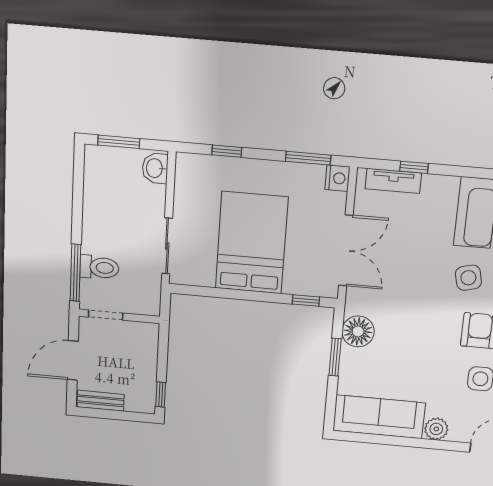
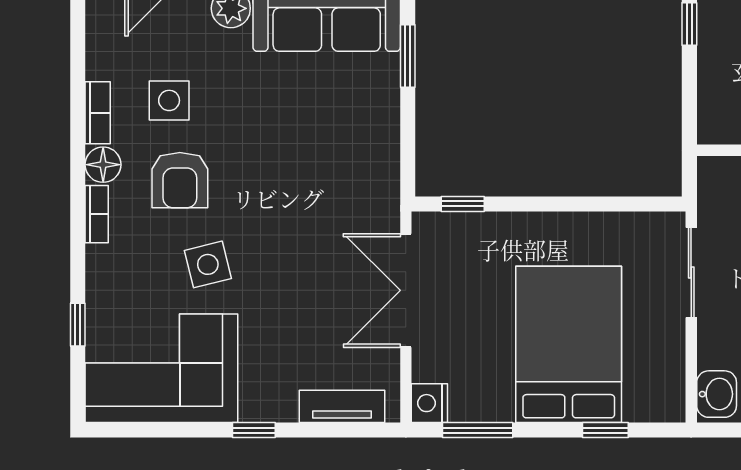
window: (414, 167) -> (254, 430), moved
bed: (252, 243) -> (569, 344), moved, turned 180
floor lamp: (358, 331) -> (374, 161), removed
window: (335, 357) -> (408, 56), moved

